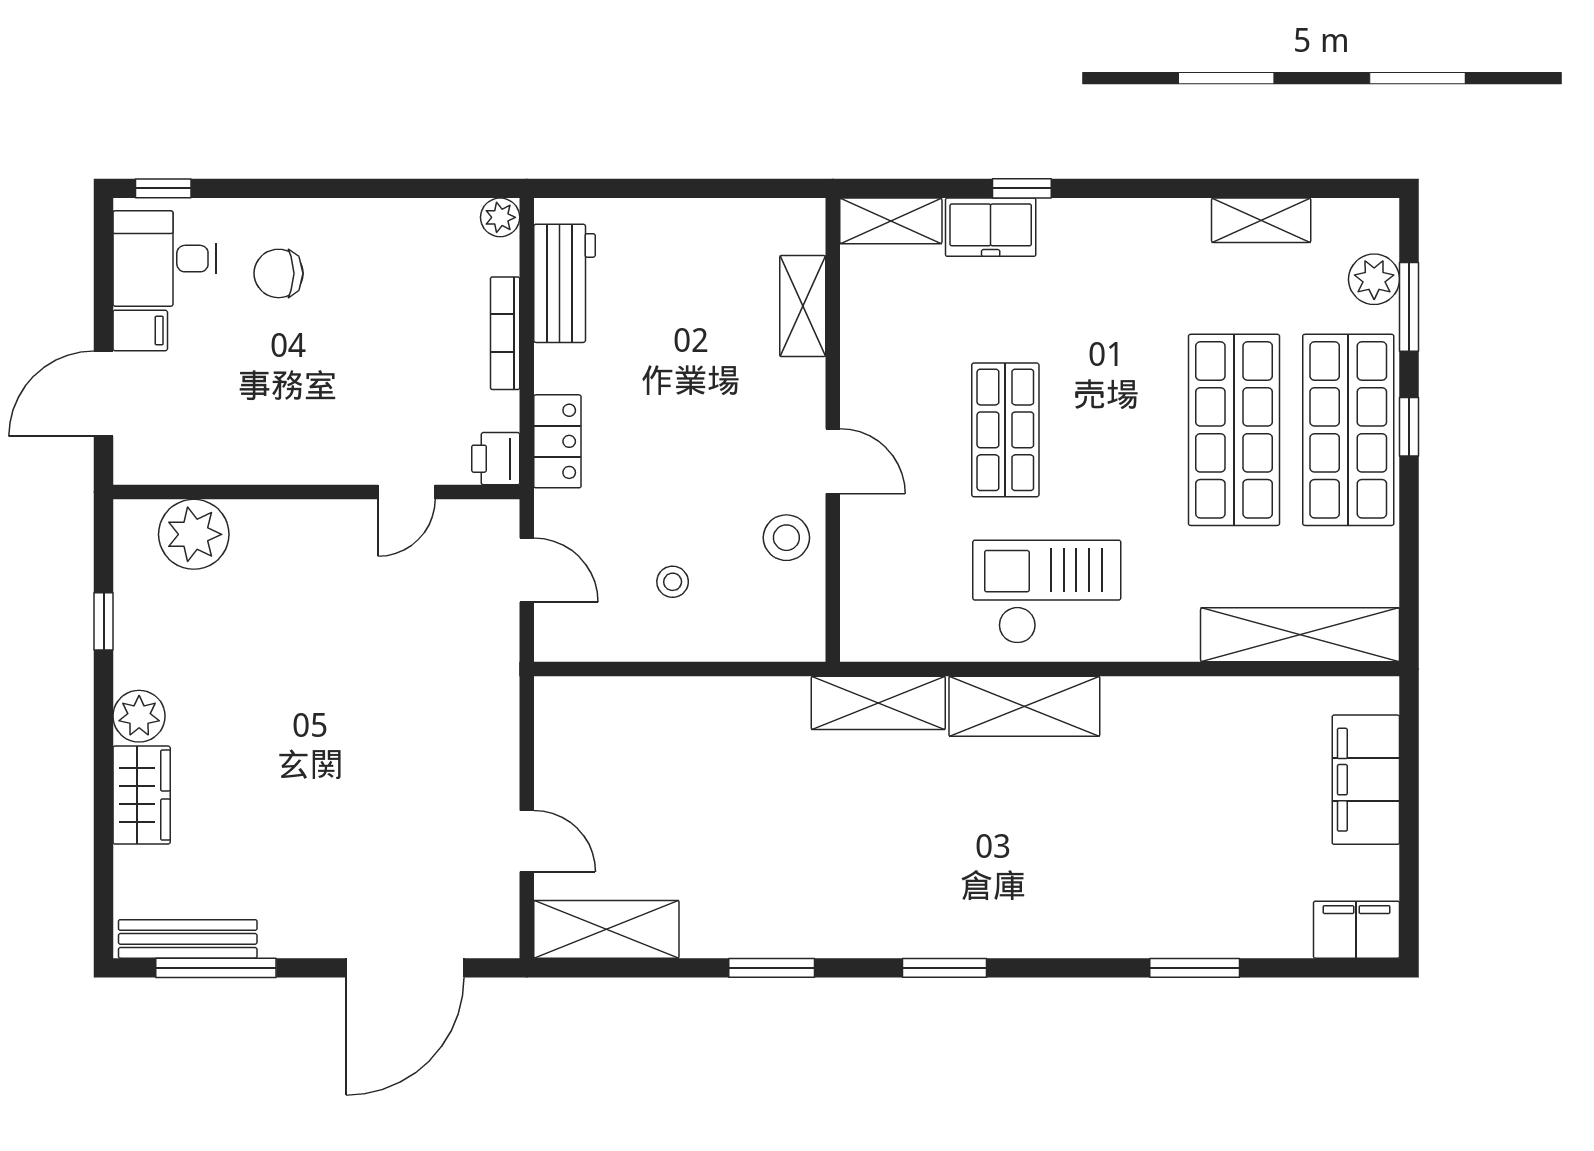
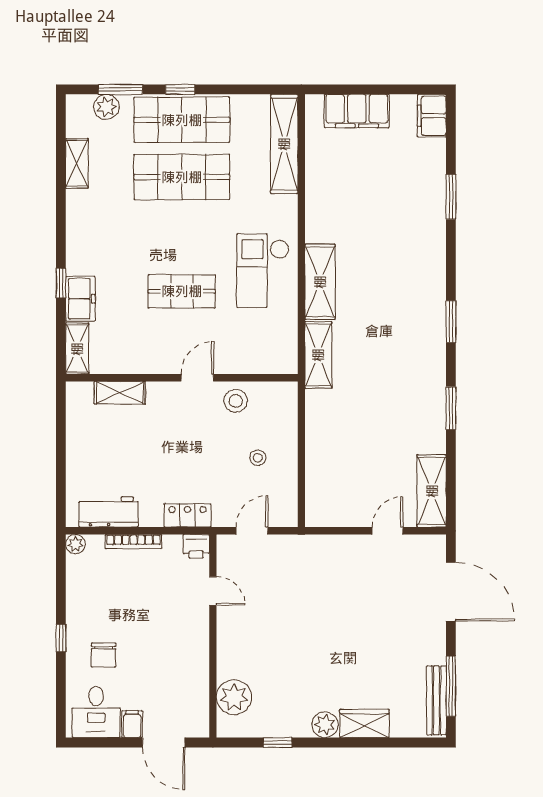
window: (163, 188) -> (61, 638), moved

